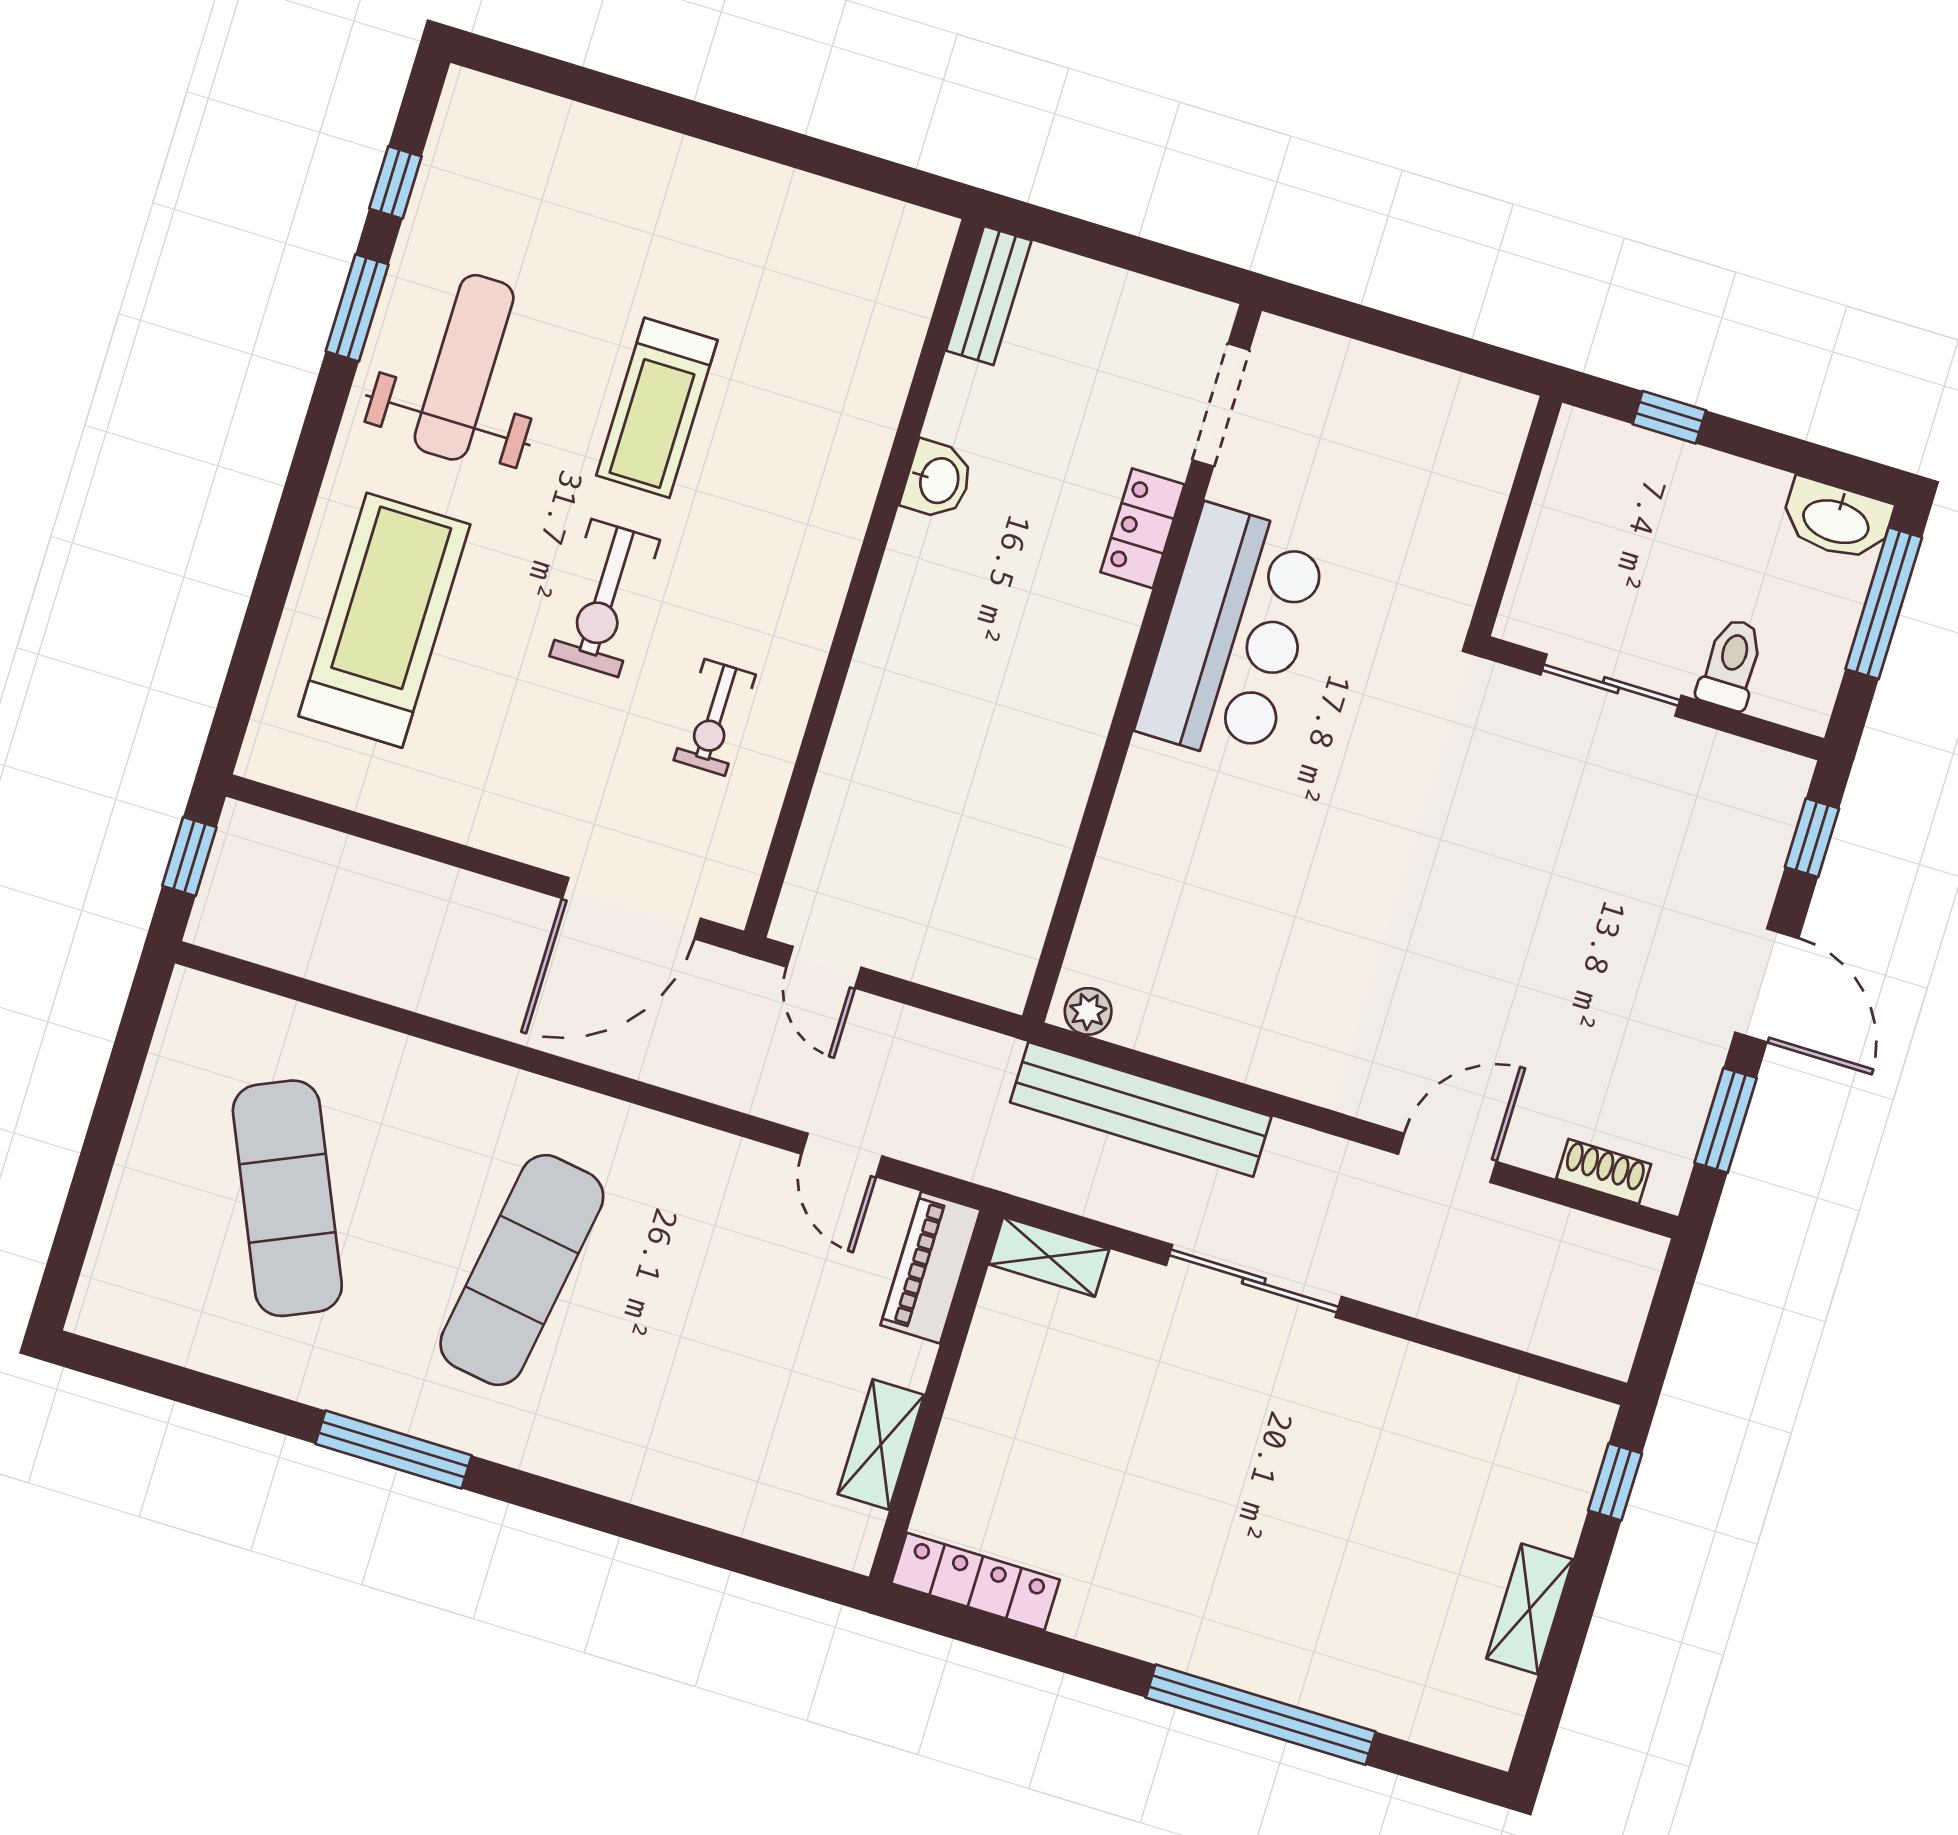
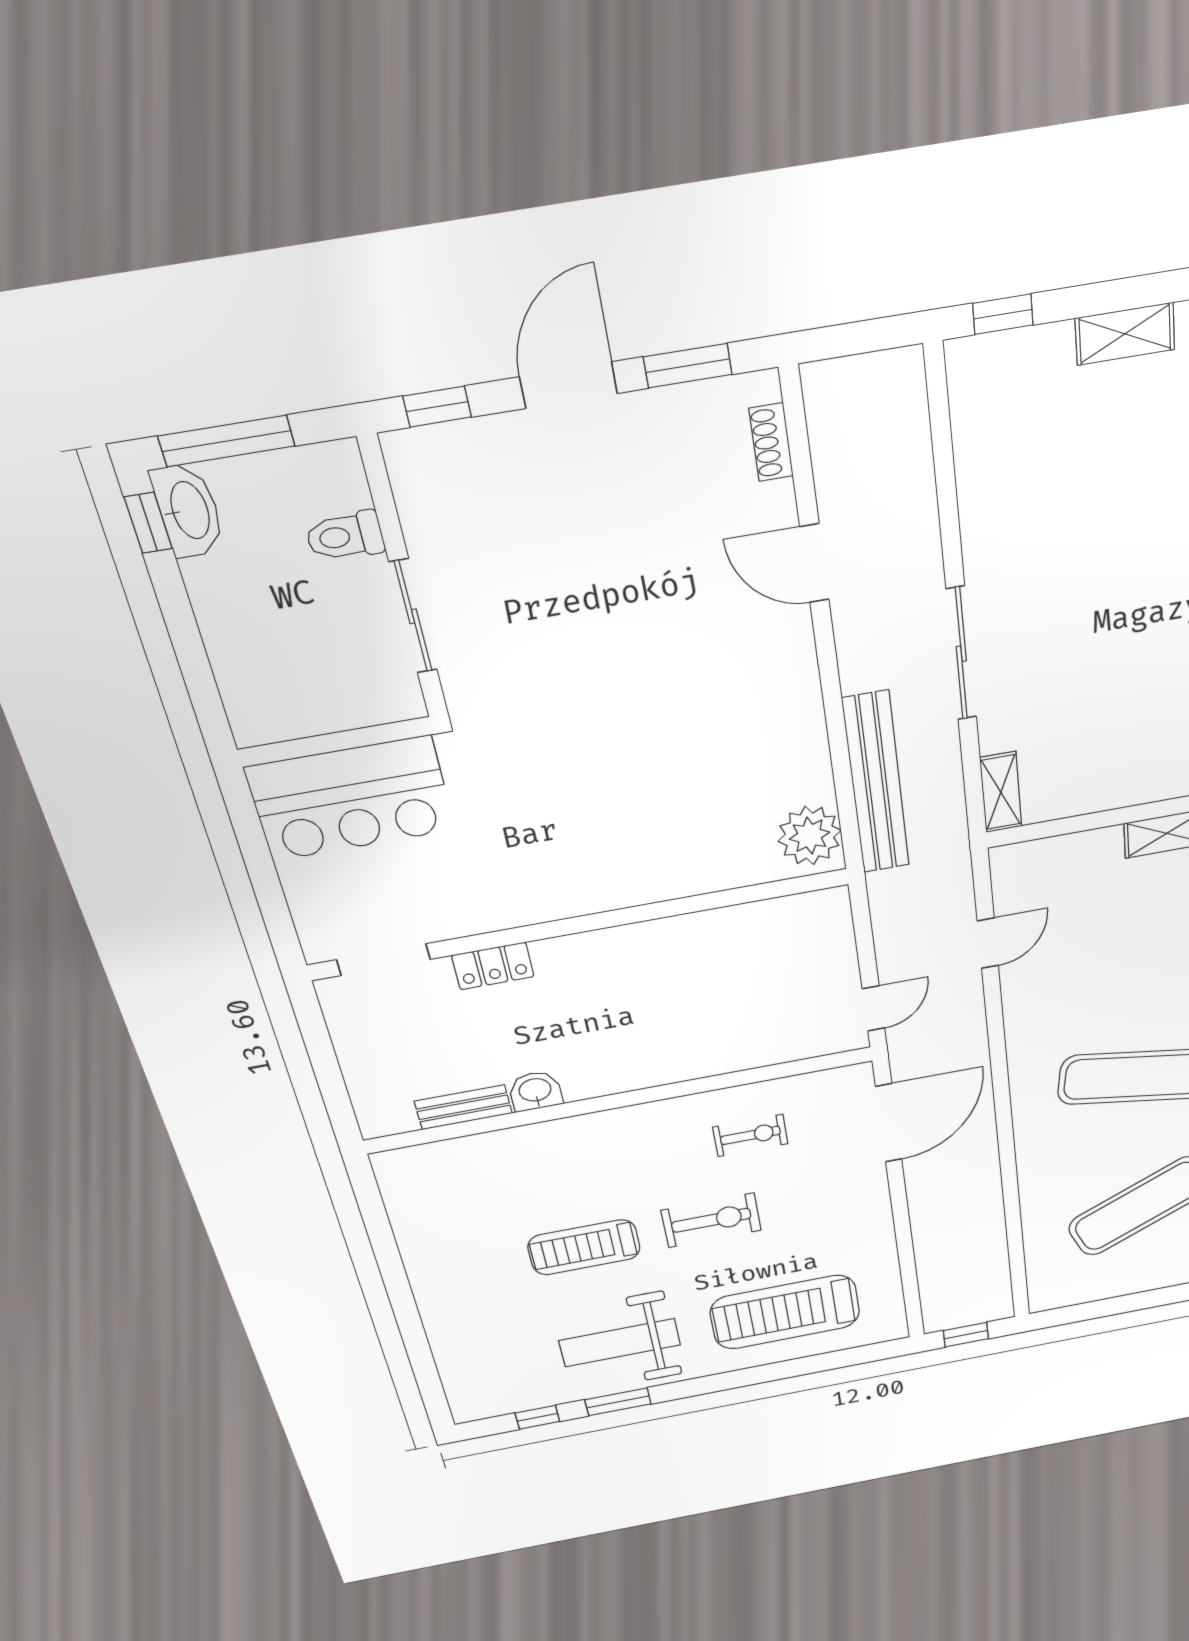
bench: (989, 296) -> (463, 1107), moved
treadmill: (657, 408) -> (584, 1247), turned 180
window: (1669, 417) -> (148, 523), moved
bar counter: (1233, 635) -> (351, 799), moved, turned 180
door: (631, 908) -> (889, 1123), hinge flipped
plant: (1088, 1011) -> (810, 836), width x1.88, depth x1.88
piano: (931, 1267) -> (1038, 859), removed

